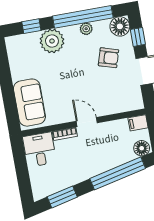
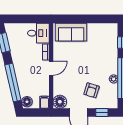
floor lamp: (120, 26) -> (60, 102), moved
plant: (52, 41) -> (109, 55), removed

